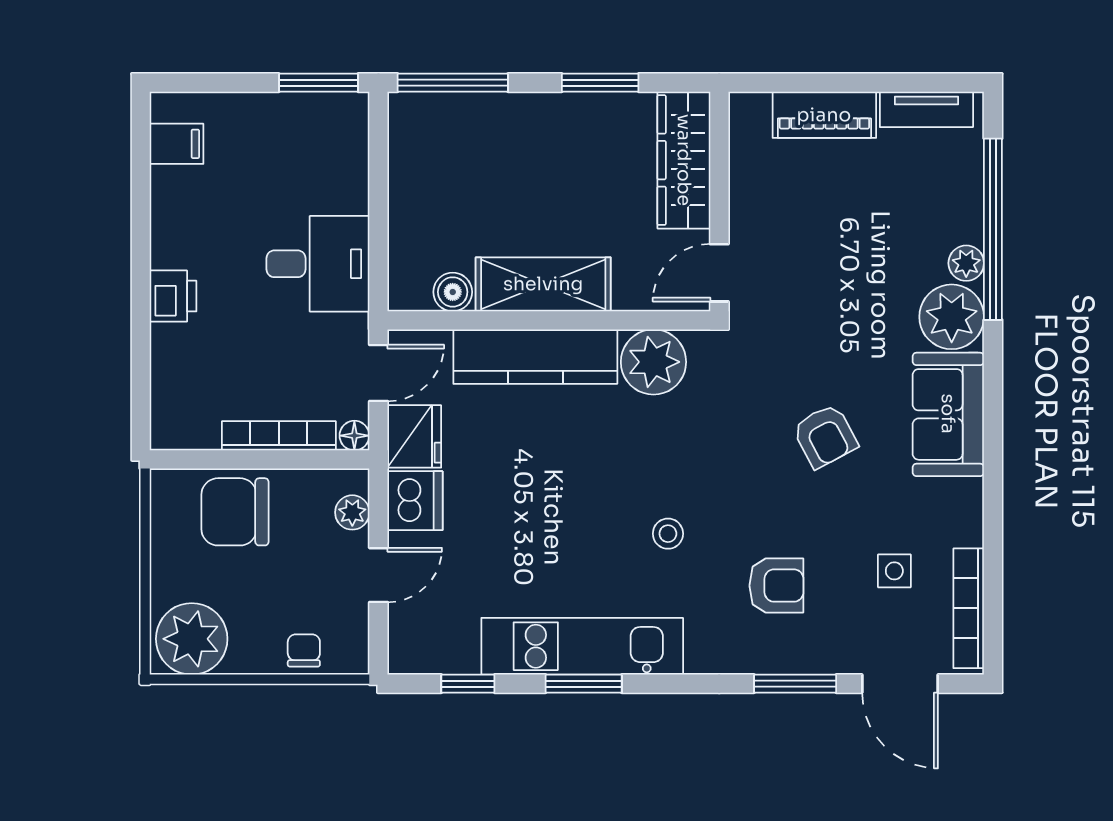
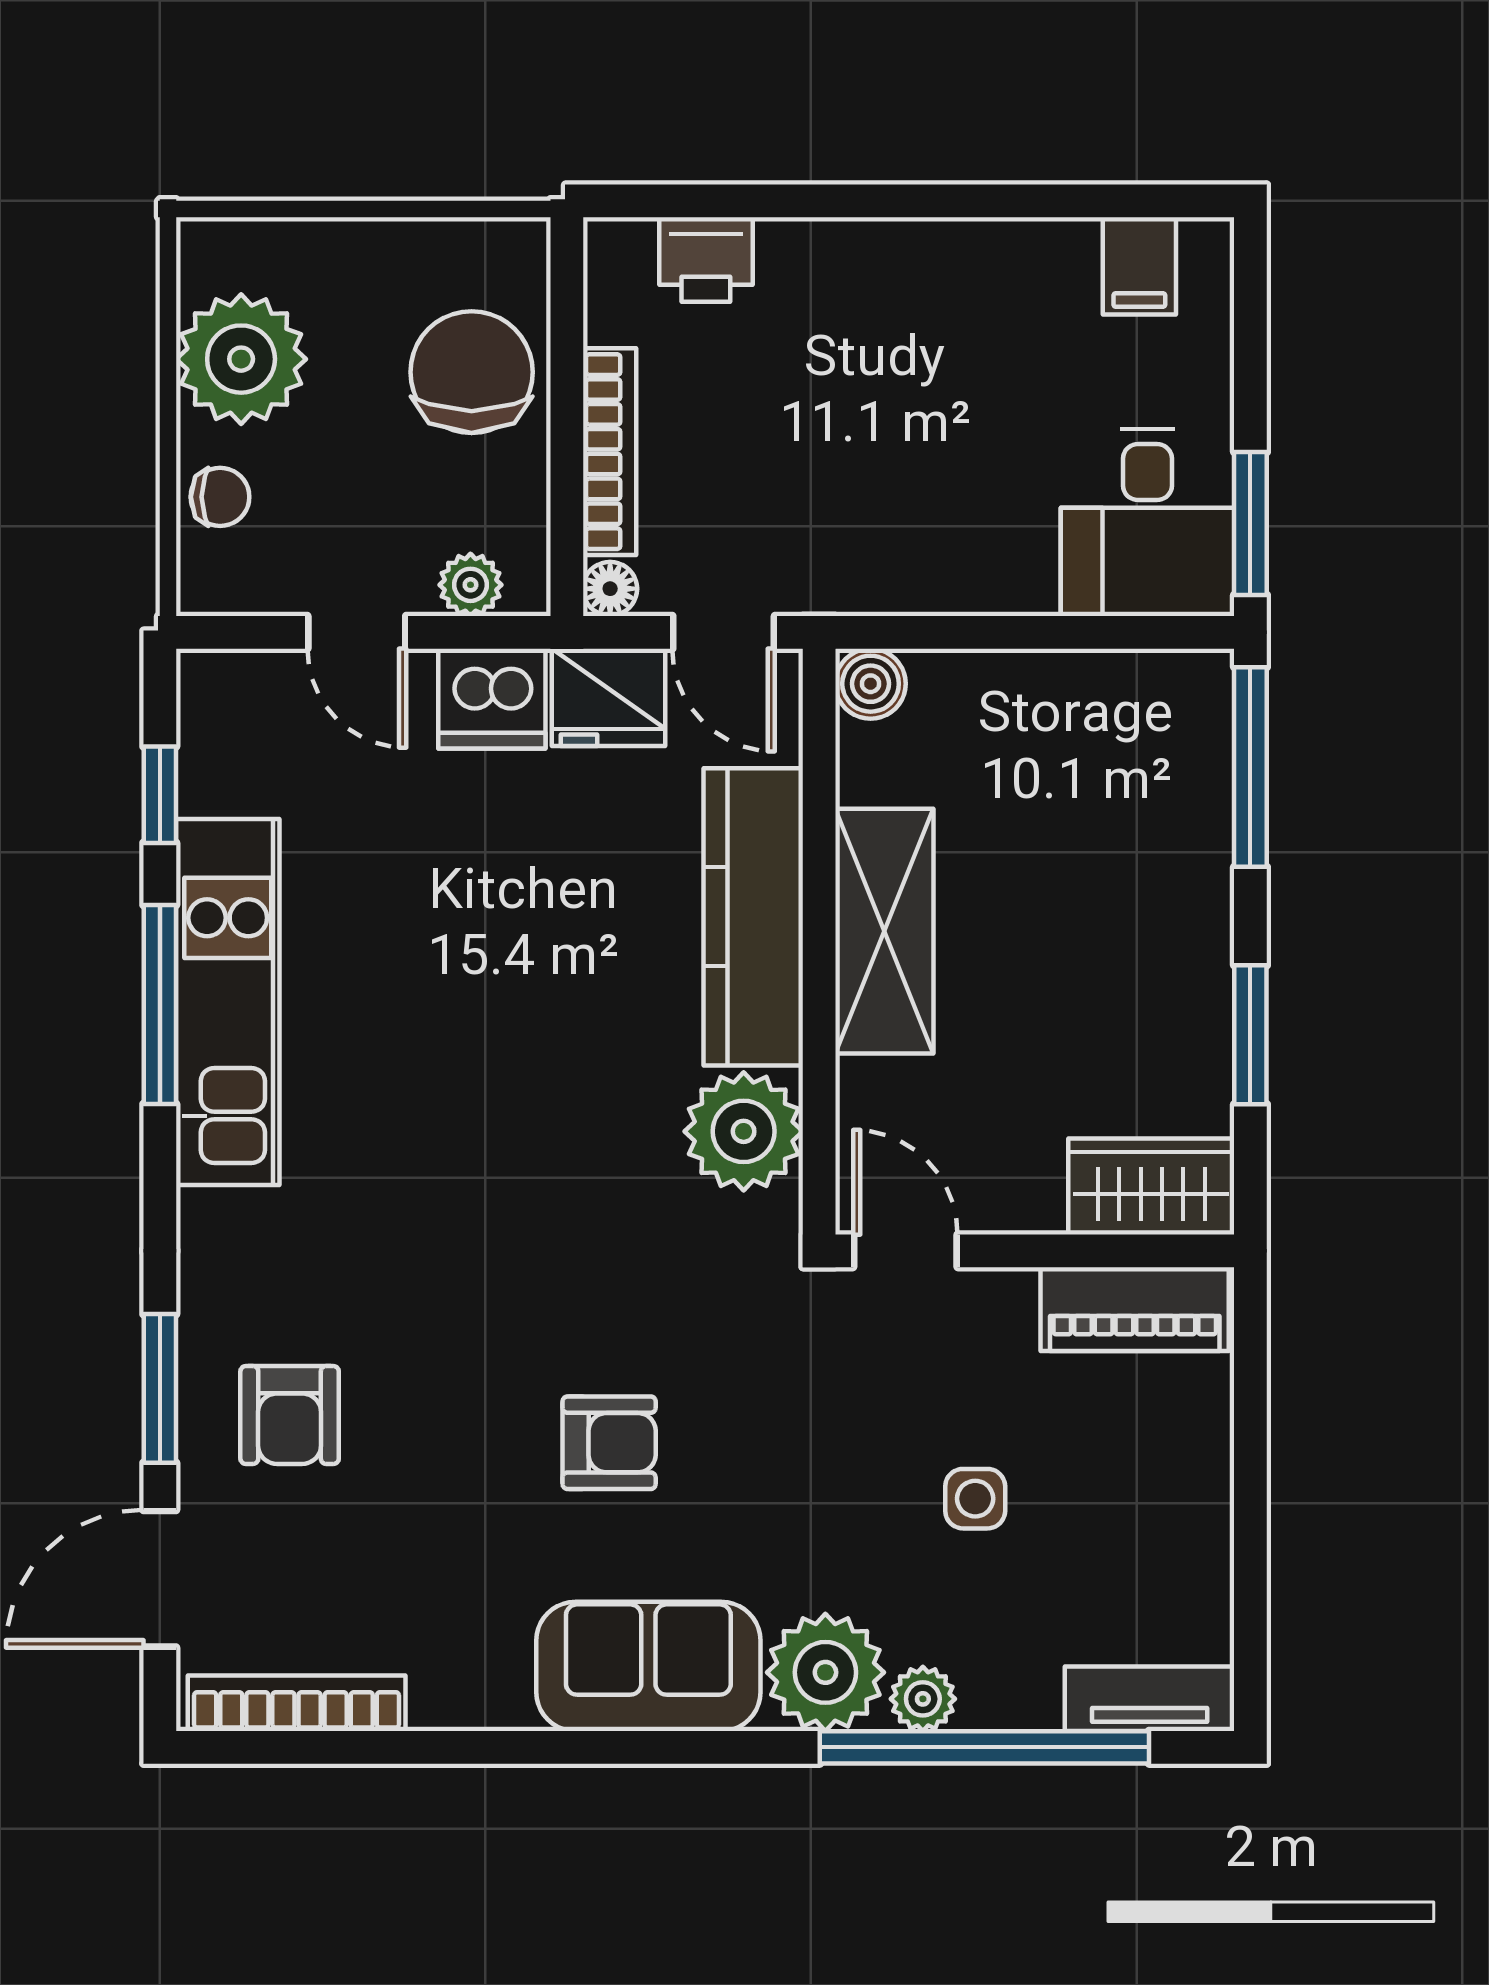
tv unit: (926, 109) -> (1150, 1699), moved, turned 90
piano: (824, 115) -> (1135, 1309), moved, turned -90
wardrobe: (684, 160) -> (1151, 1186), width x0.67
desk: (318, 264) -> (1147, 523), moved
boiler: (453, 292) -> (871, 684), moved
printer: (173, 296) -> (706, 260), moved
armchair: (825, 436) -> (609, 1443), turned -152
stool: (668, 534) -> (432, 1158), removed
side table: (894, 571) -> (975, 1499), moved
armchair: (776, 586) -> (290, 1415), moved
plant: (192, 639) -> (241, 359), moved
window: (584, 684) -> (160, 1004), width x1.44

